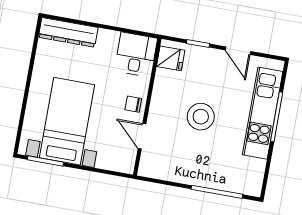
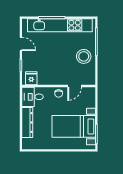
dresser: (68, 32) -> (27, 122), moved
door: (238, 51) -> (21, 44), hinge flipped
kitchen unit: (263, 113) -> (60, 25), width x1.36
stool: (201, 117) -> (84, 56), moved

